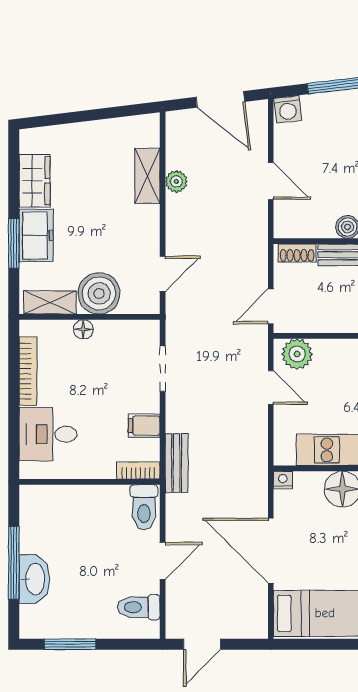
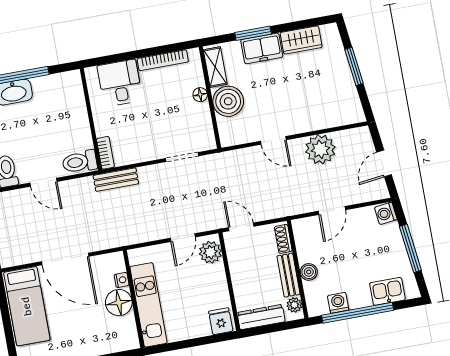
door: (220, 99) -> (384, 163), width x0.73
window: (83, 116) -> (354, 66), added
shelving: (147, 176) -> (319, 121), removed
plant: (176, 181) -> (320, 149), width x1.87, depth x1.87
door: (163, 274) -> (273, 140), moved
filing cabinet: (144, 426) -> (139, 151), removed
nightstand: (283, 480) -> (122, 280), moved
door: (271, 550) -> (65, 259), swing flipped

